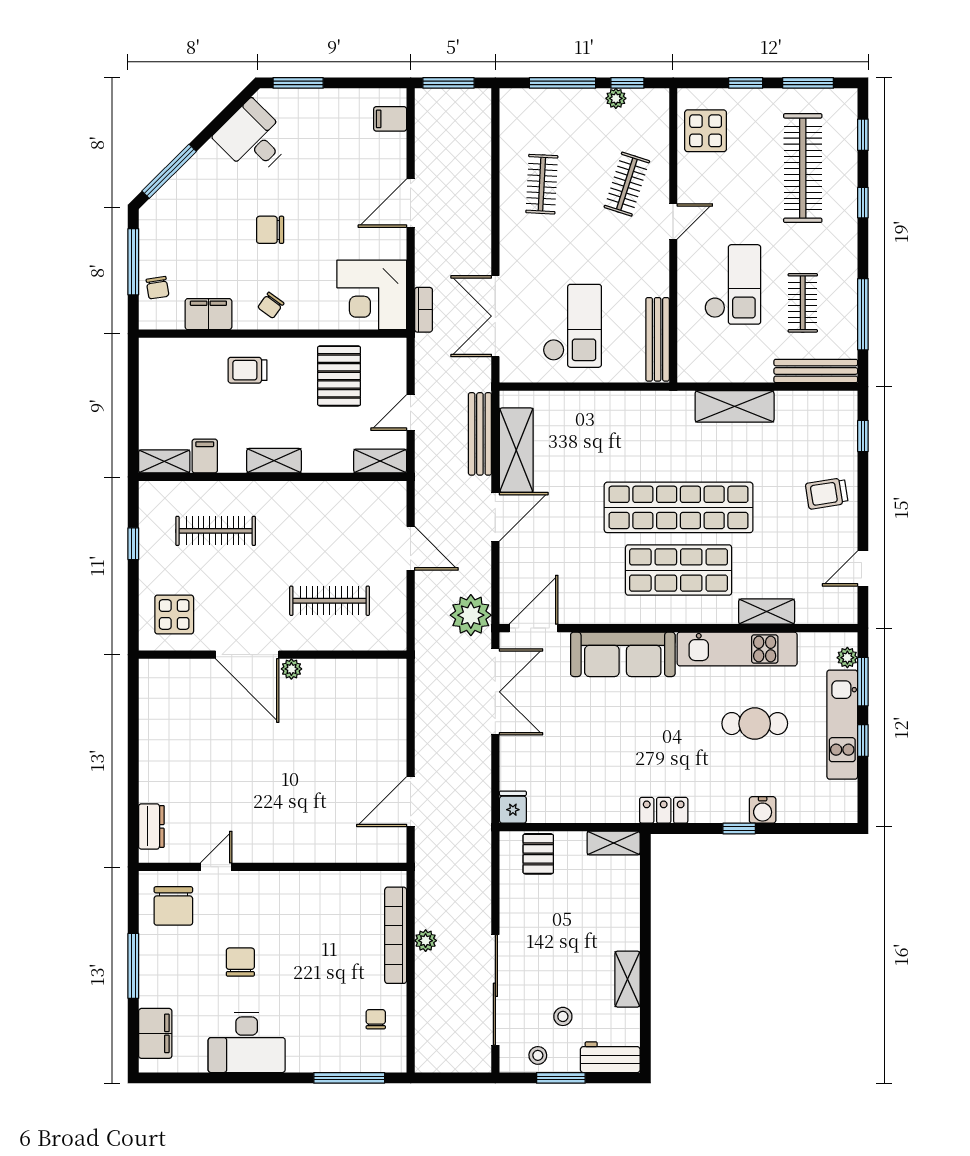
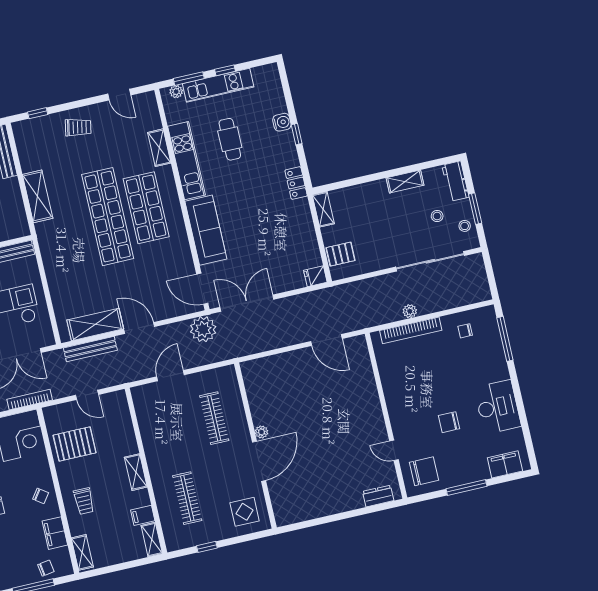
bookcase: (423, 310) -> (30, 400), width x1.56
shelving: (380, 461) -> (82, 552), moved
trolley: (827, 493) -> (78, 127), turned -70

